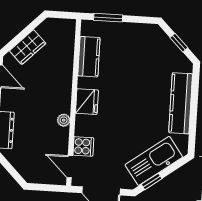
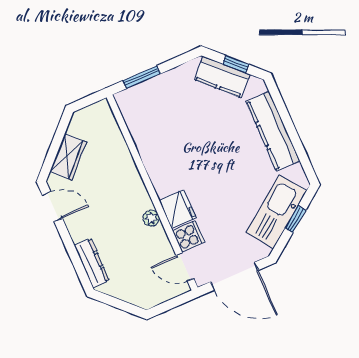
kitchen counter: (89, 57) -> (222, 77), moved, turned 135
fridge: (87, 102) -> (178, 209), moved
window: (152, 181) -> (295, 219), moved

